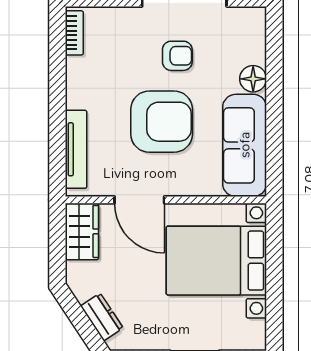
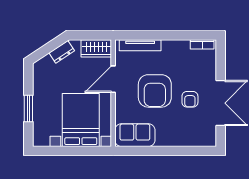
floor lamp: (253, 79) -> (178, 140), removed
sofa: (245, 145) -> (135, 135), width x0.73
dresser: (102, 317) -> (62, 52), moved

